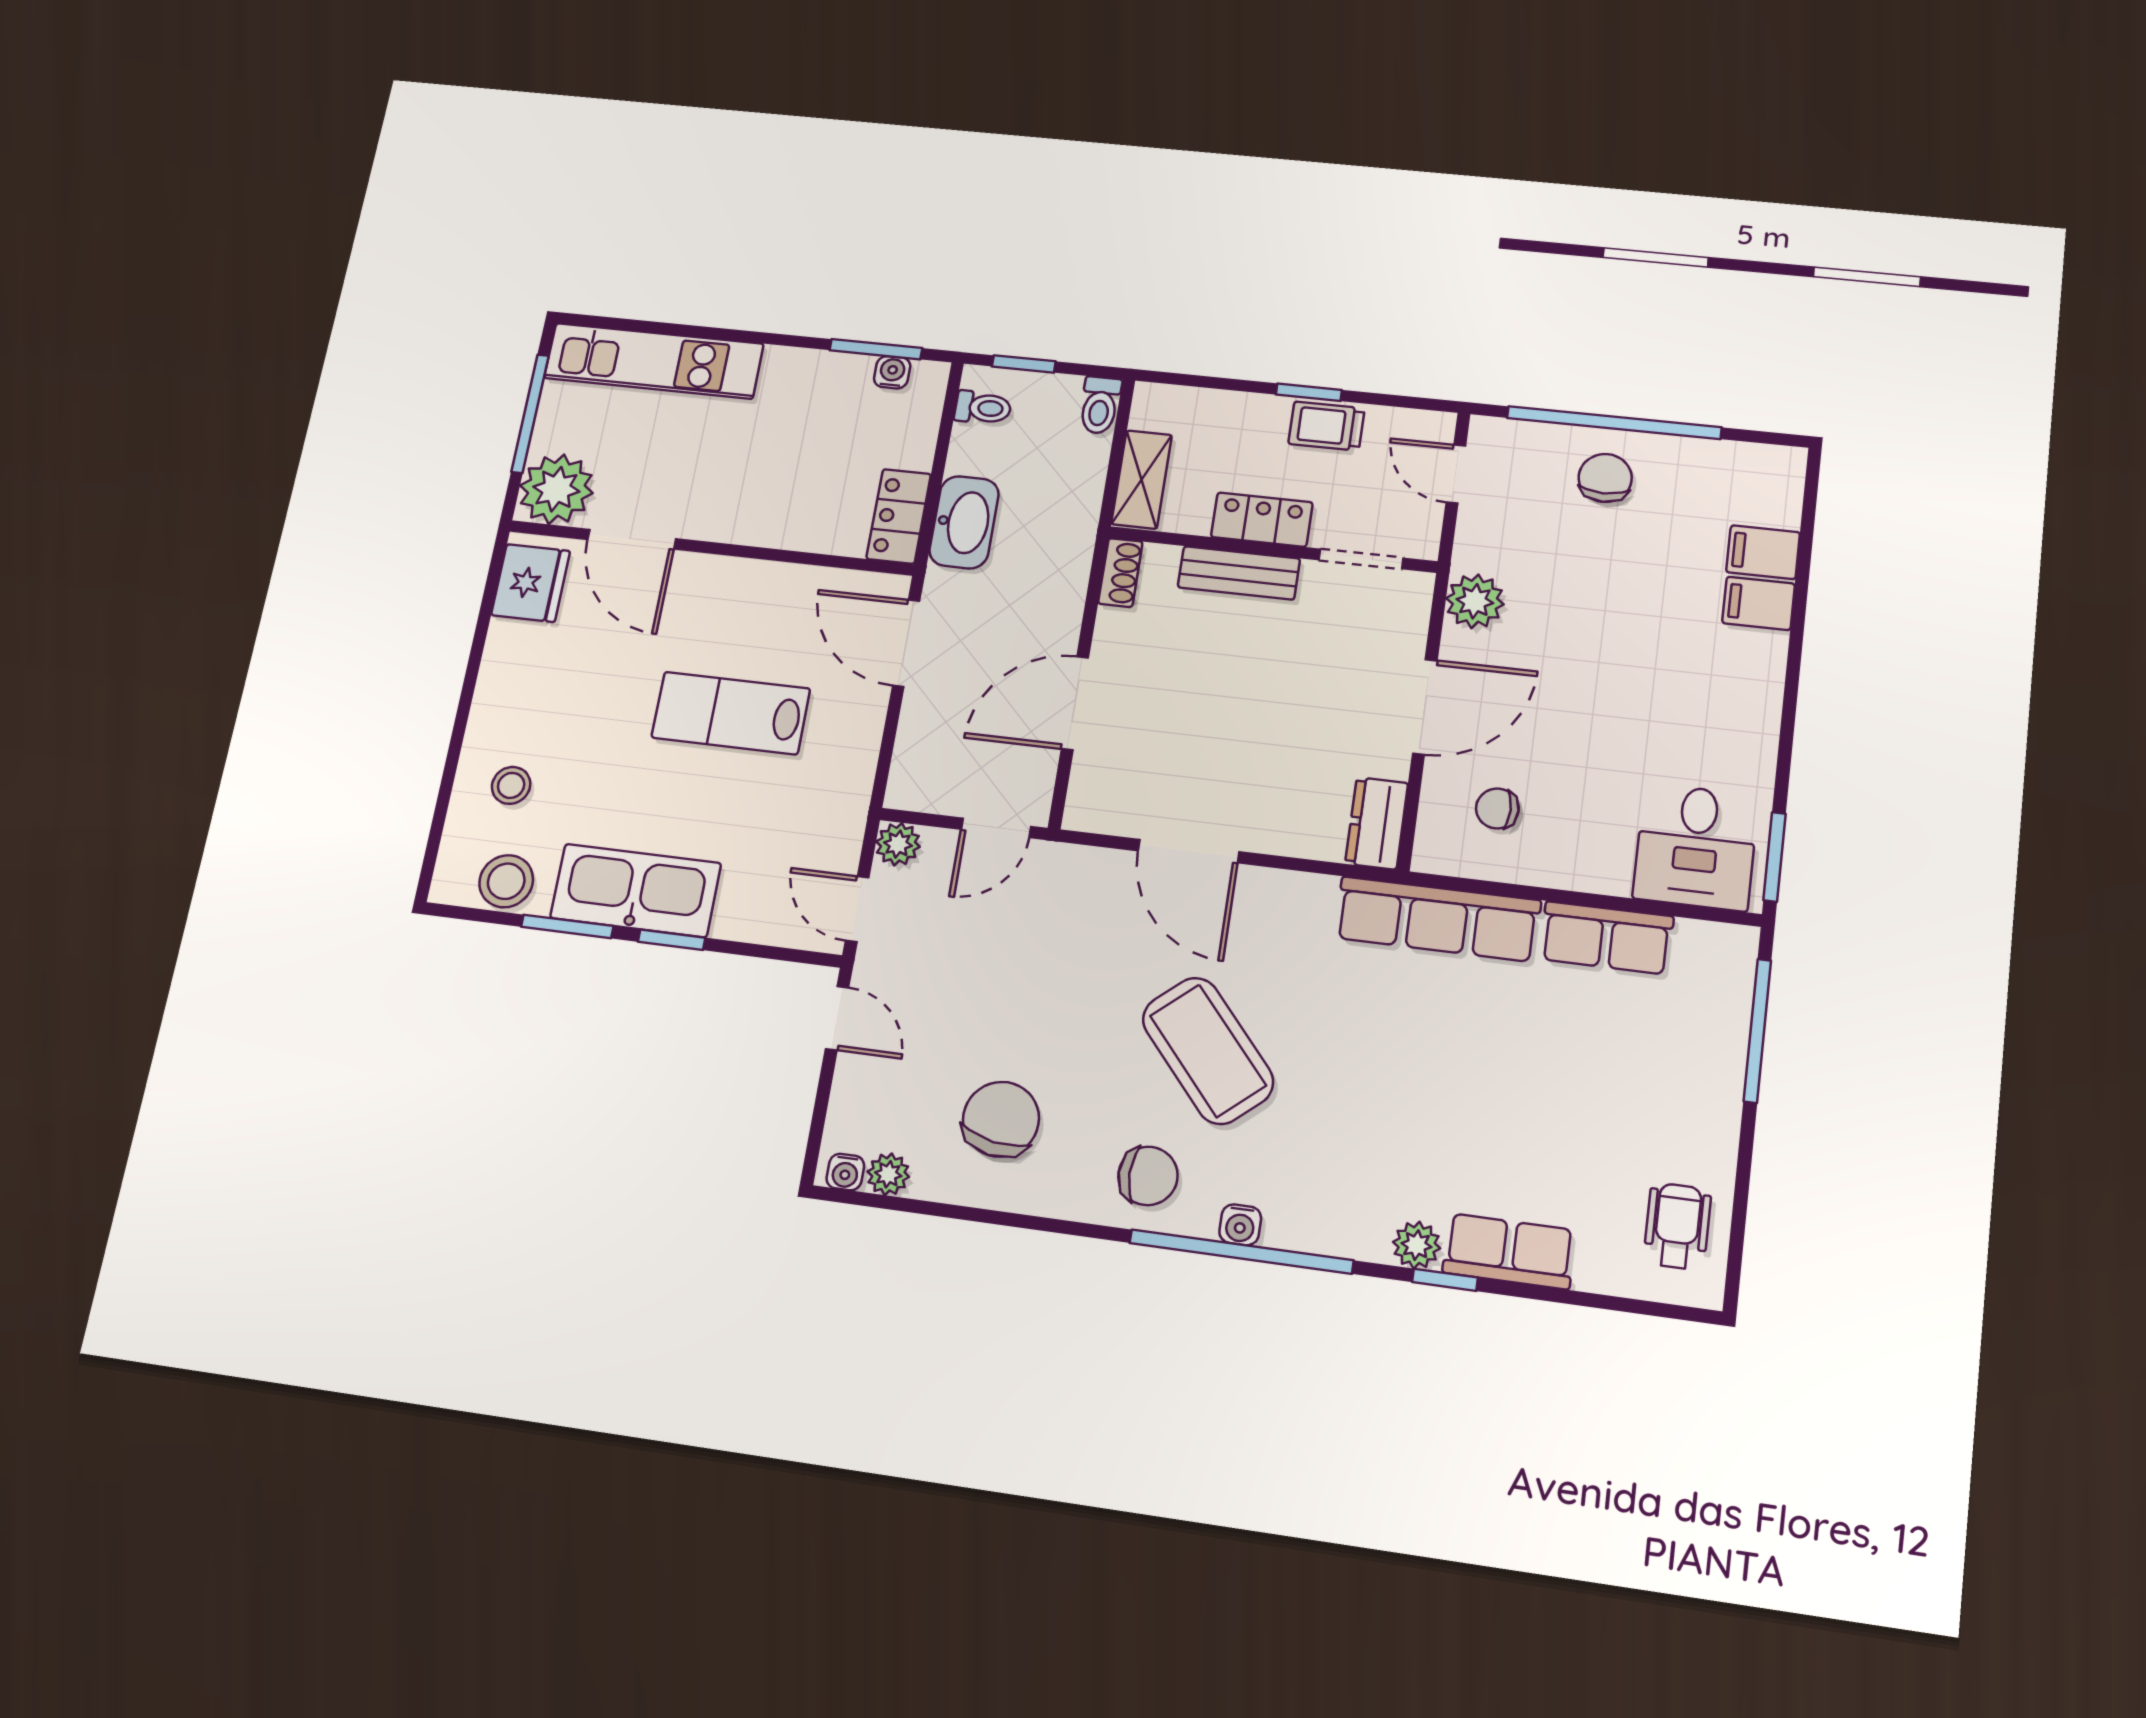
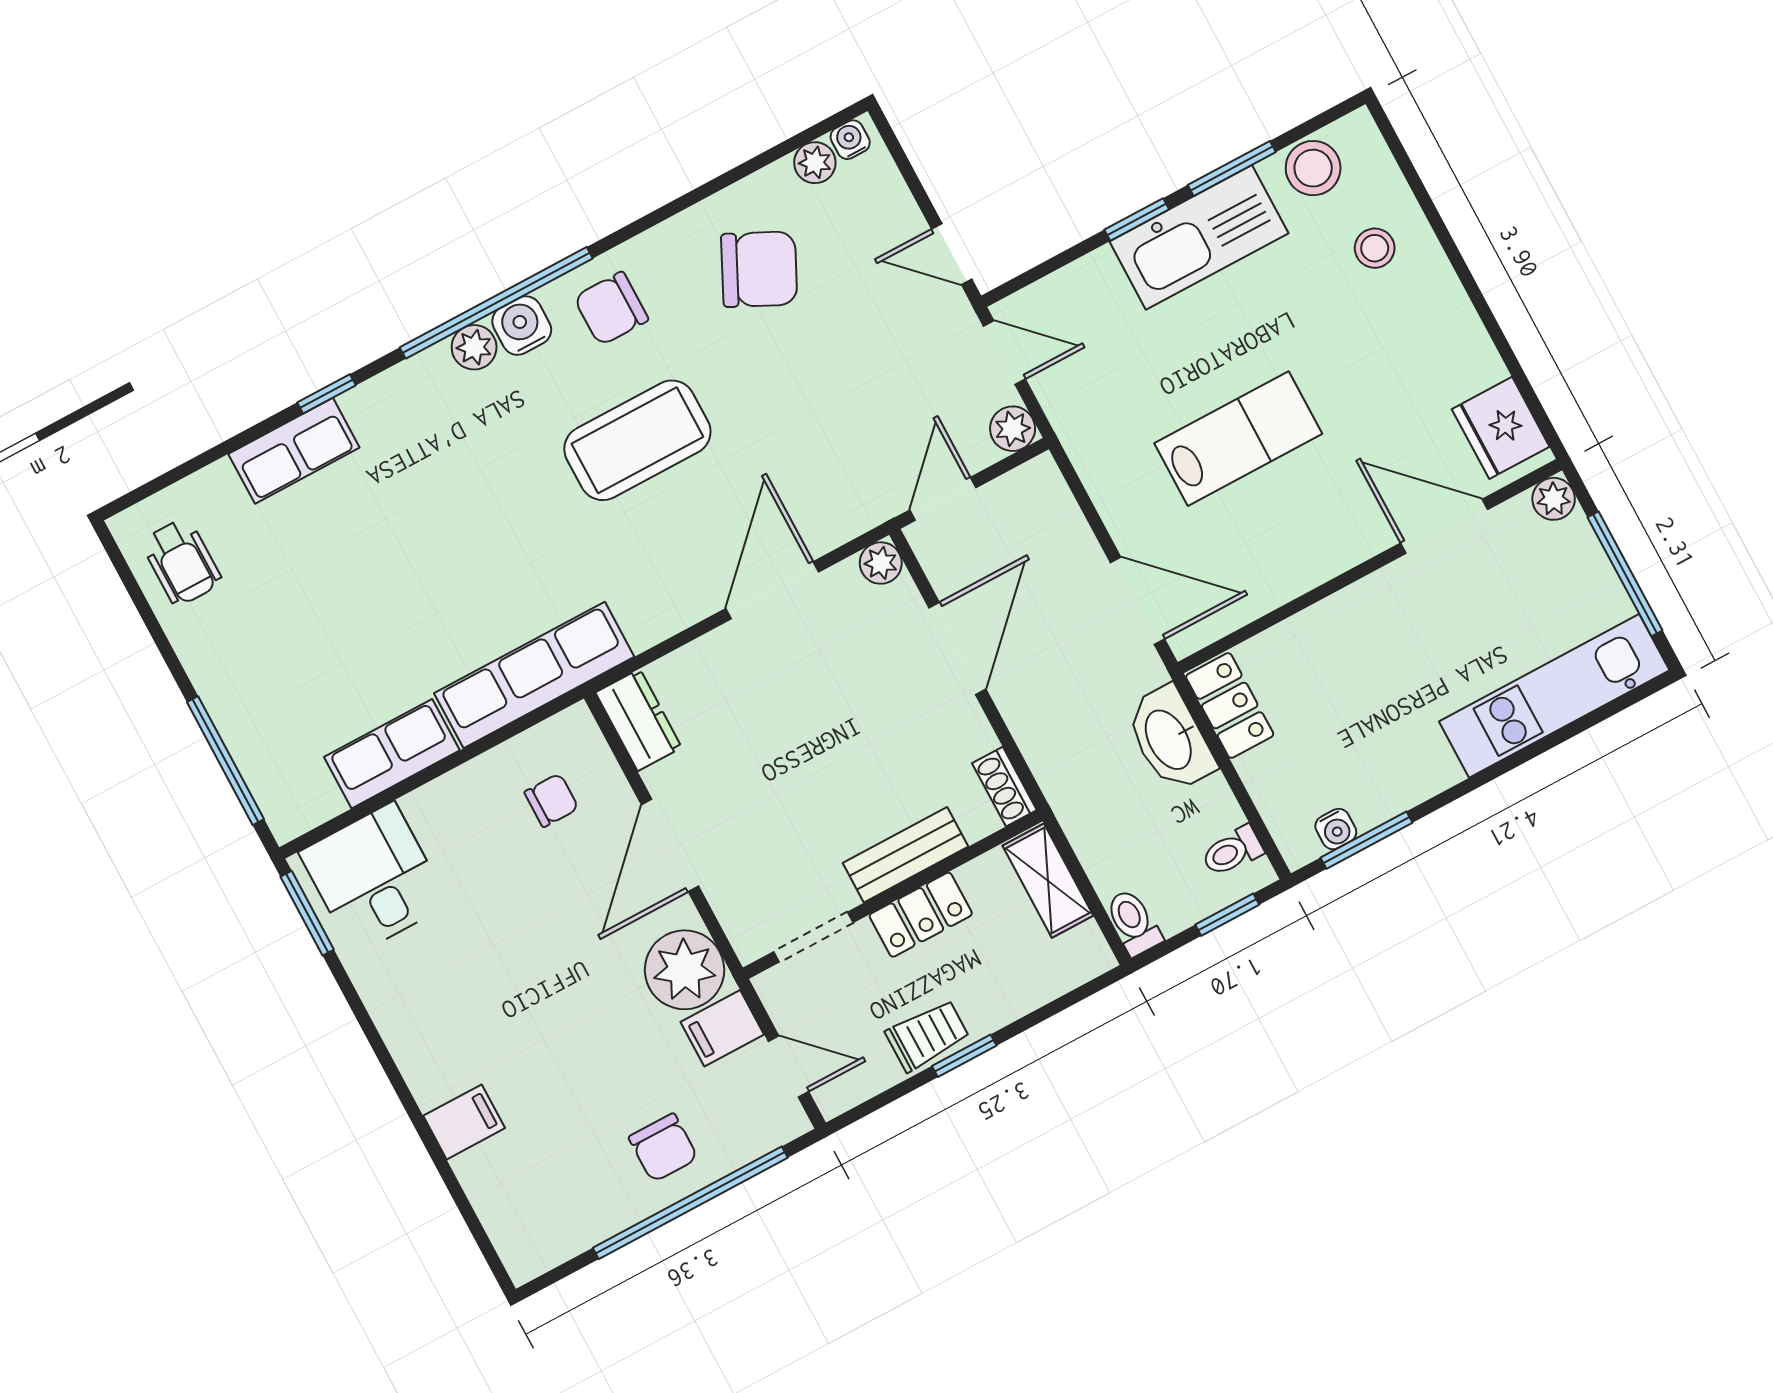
plant: (556, 489) -> (1554, 499), width x0.53, depth x0.53
filing cabinet: (1763, 552) -> (722, 1028), moved, turned 180
plant: (1475, 601) -> (685, 970), width x1.36, depth x1.36
plant: (1084, 812) -> (881, 563), added
door: (1189, 851) -> (772, 590), hinge flipped
coffee table: (1208, 1051) -> (637, 440), turned -49
chair: (1001, 1119) -> (759, 269), turned -74
water cooler: (1240, 1225) -> (522, 326), width x1.38, depth x1.38
plant: (1417, 1245) -> (474, 347), moved

